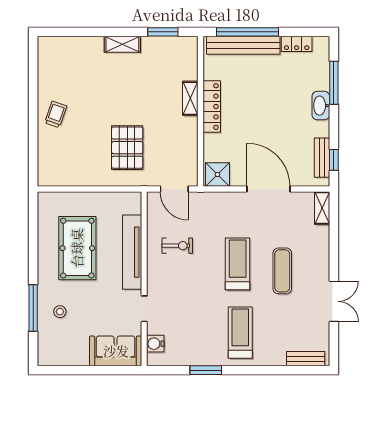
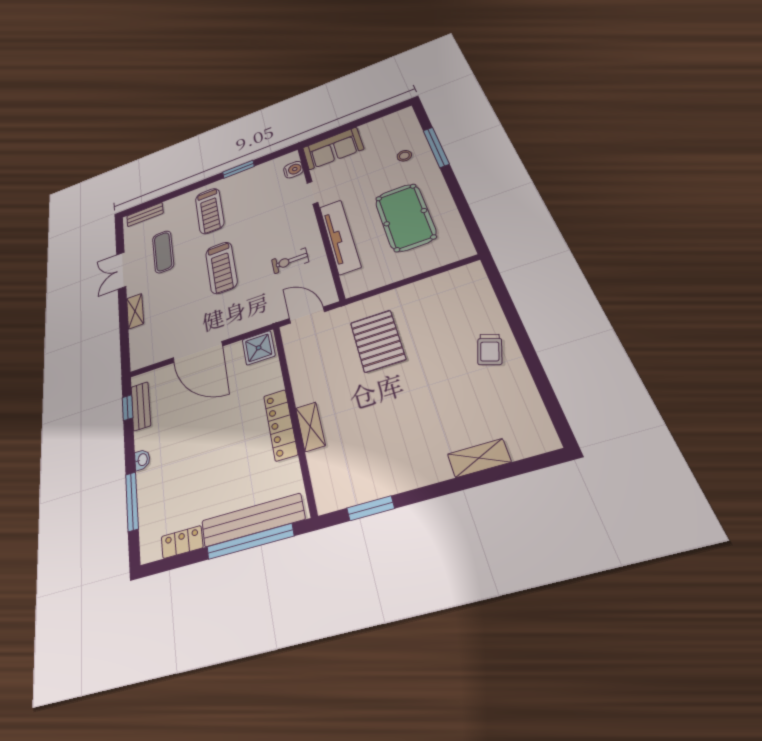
shelving: (122, 44) -> (479, 458), moved
washbasin: (321, 106) -> (142, 460), width x0.52, depth x0.69
shelving: (322, 208) -> (135, 311), moved
exercise mat: (282, 271) -> (163, 252), moved

